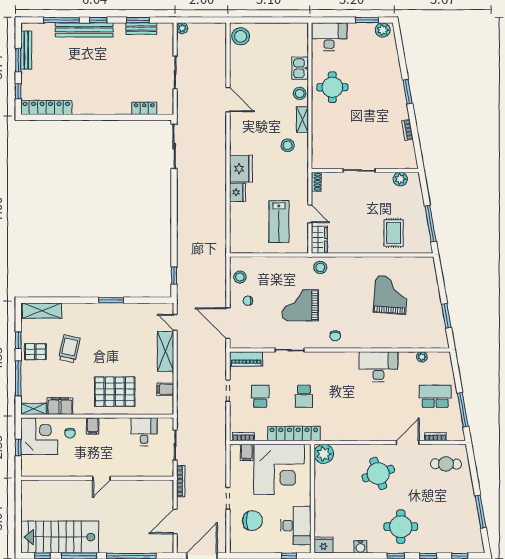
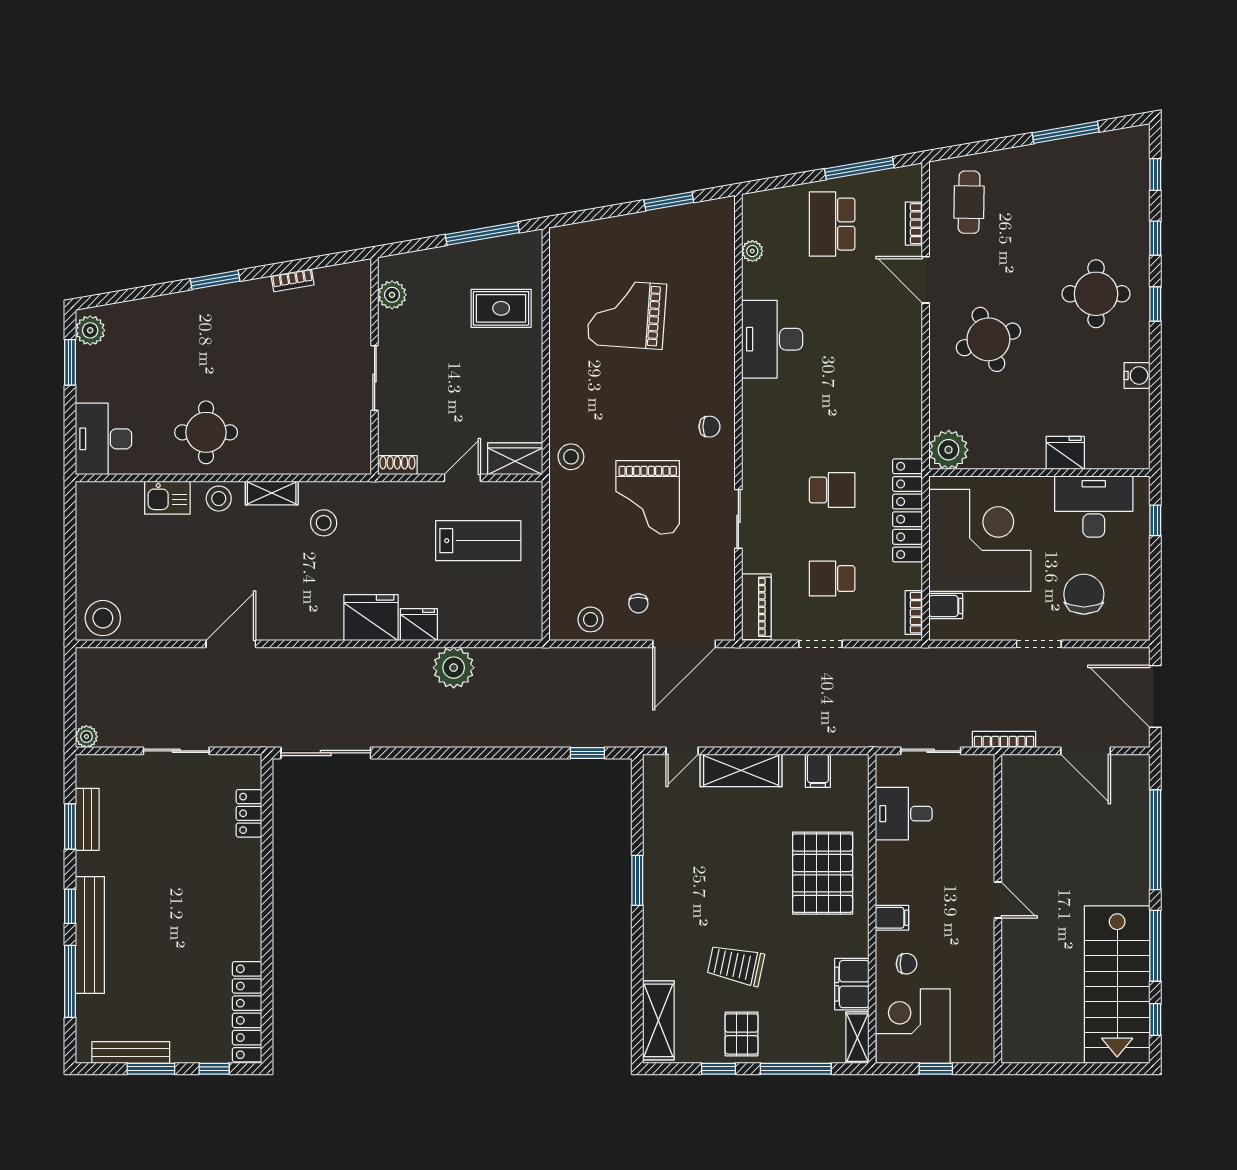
plant: (216, 209) -> (454, 668), added
fridge: (324, 545) -> (1065, 453), moved, turned 90

